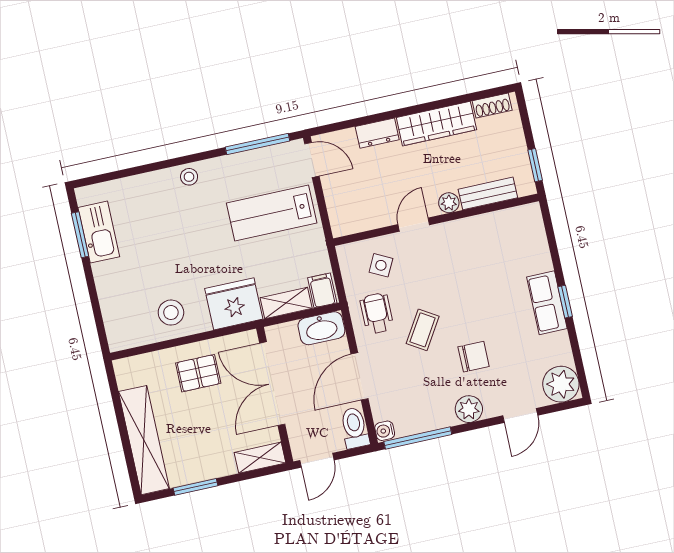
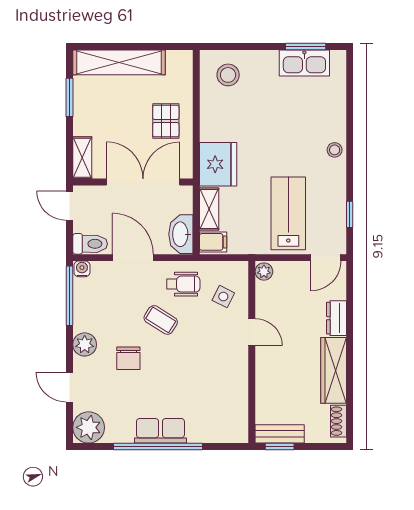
window: (258, 144) -> (350, 214), width x0.46
bench: (488, 193) -> (280, 434), moved, turned 90
plant: (449, 203) -> (264, 272), moved
window: (565, 302) -> (158, 447), width x3.17
stool: (171, 313) -> (228, 75), moved

